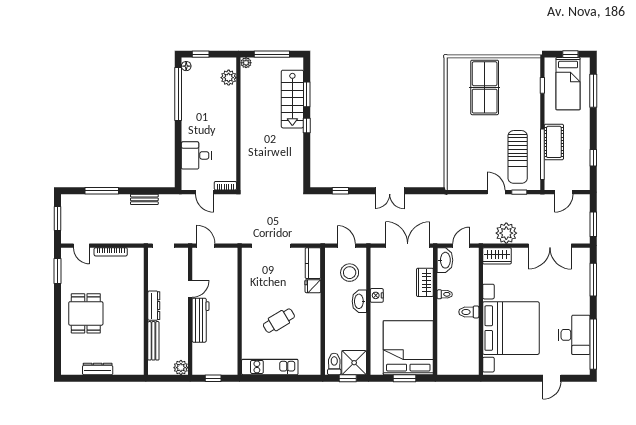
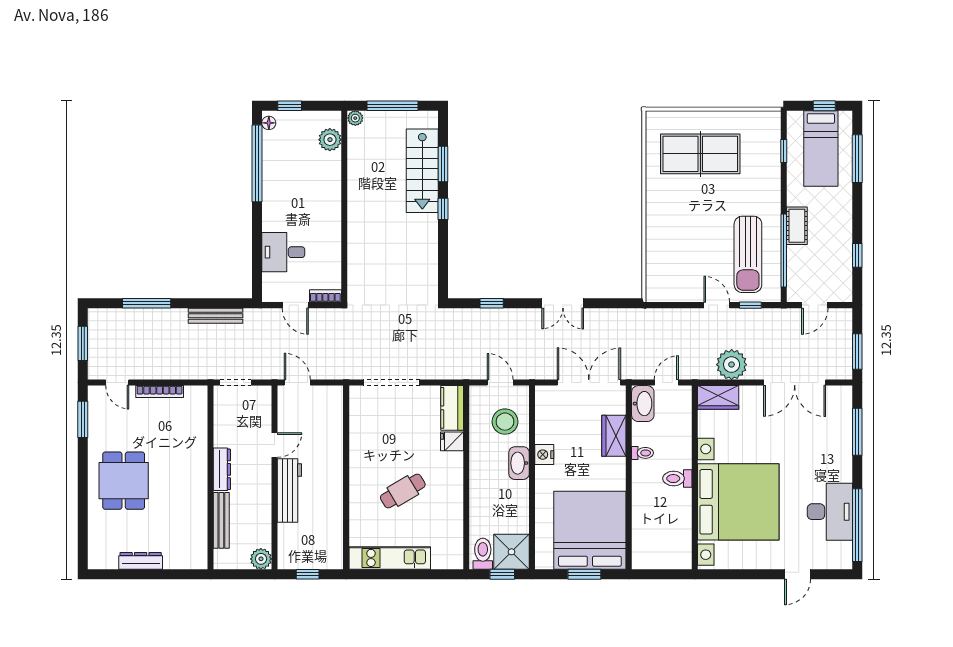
table tennis table: (485, 87) -> (700, 154), turned 90
cot: (554, 142) -> (797, 226), width x0.73, depth x0.75
bench: (144, 199) -> (216, 316), width x1.36

